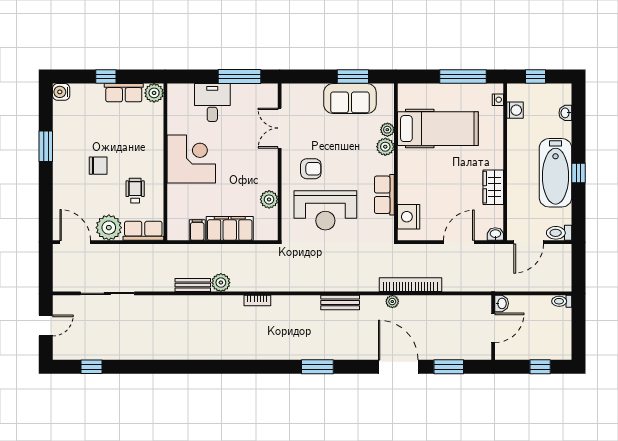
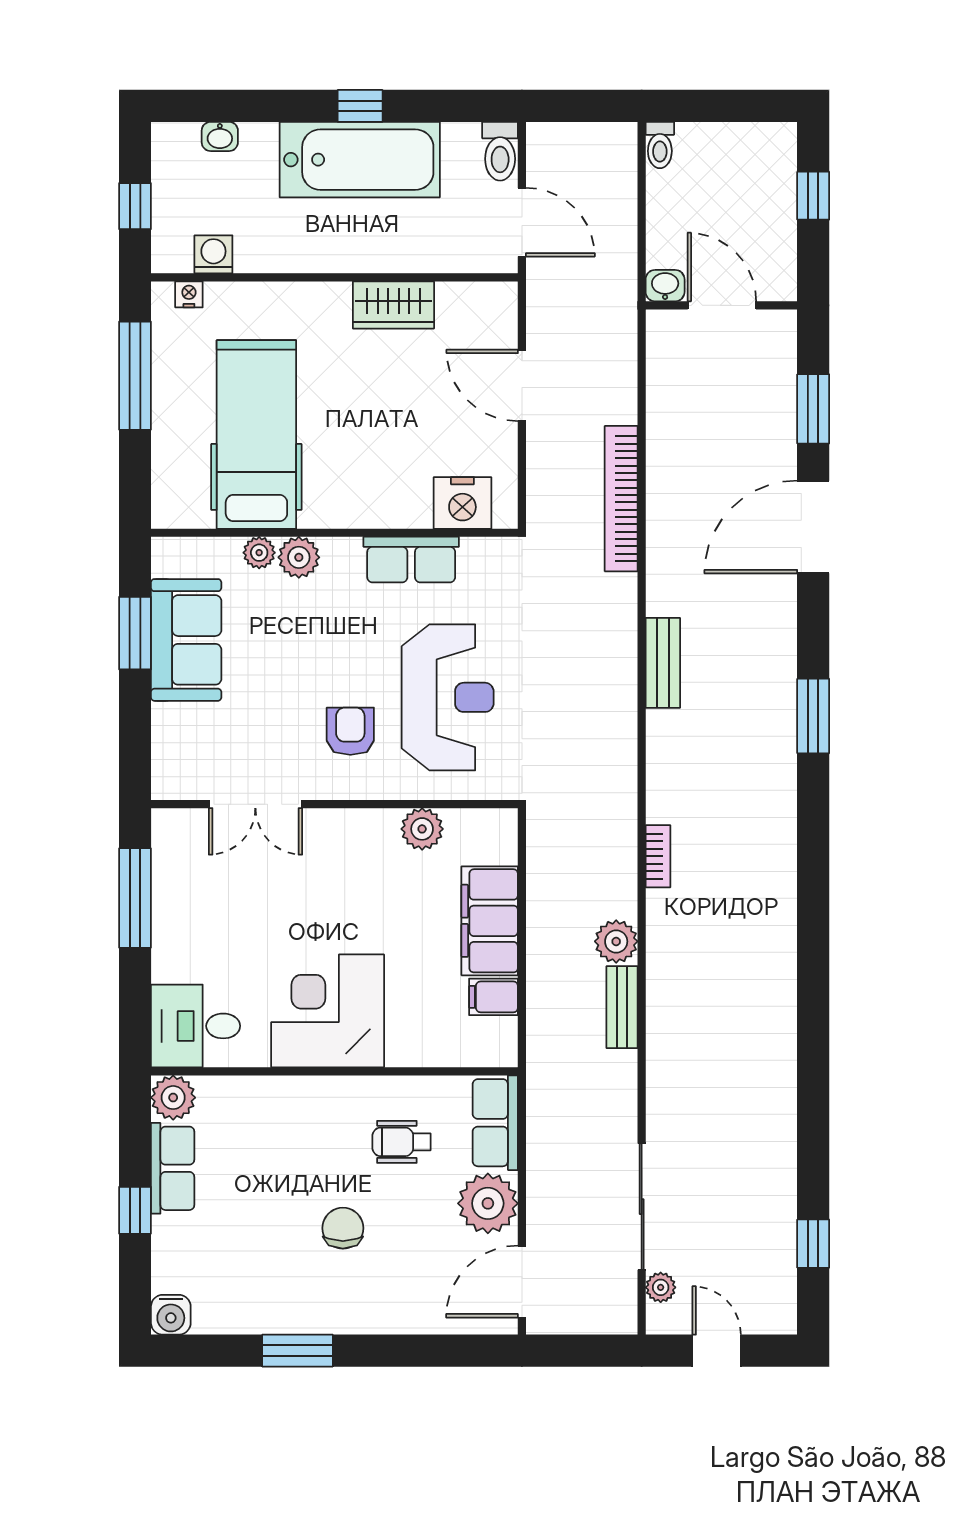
desk: (212, 102) -> (196, 1026), moved
washbasin: (495, 234) -> (503, 300), removed
plant: (392, 302) -> (661, 1287), moved

